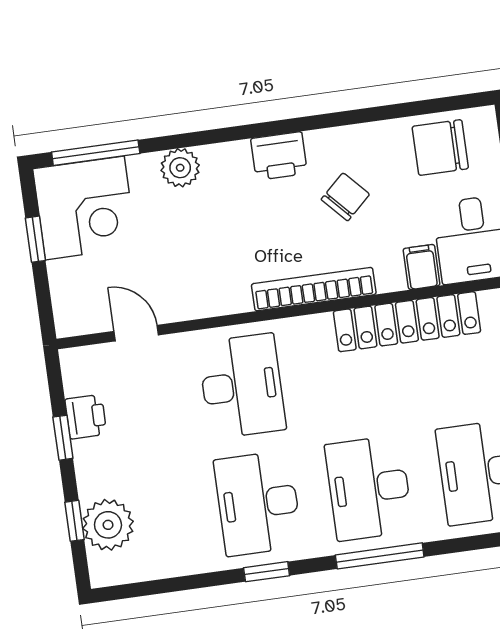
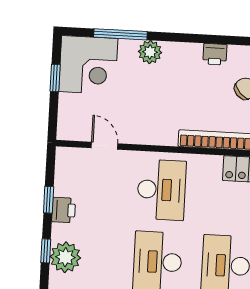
window: (96, 153) -> (120, 34), moved
printer: (279, 156) -> (215, 54), width x0.73, depth x0.81
printer: (86, 417) -> (64, 210), moved

